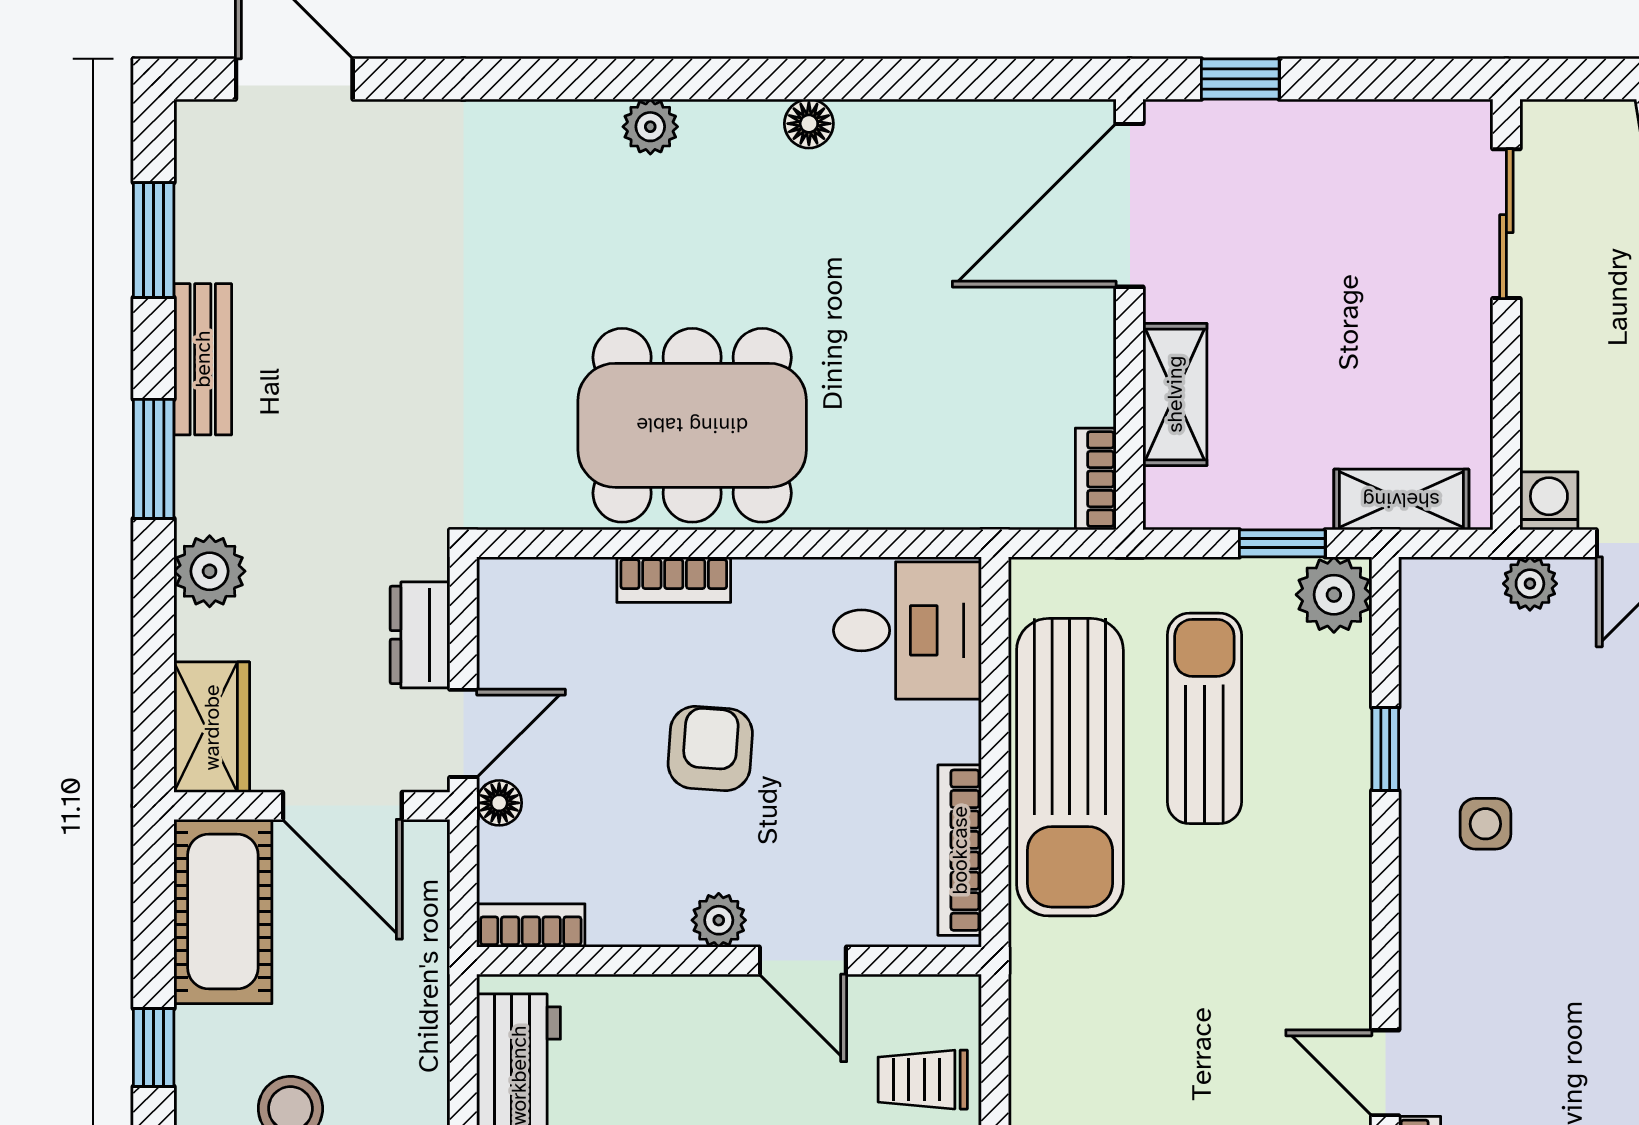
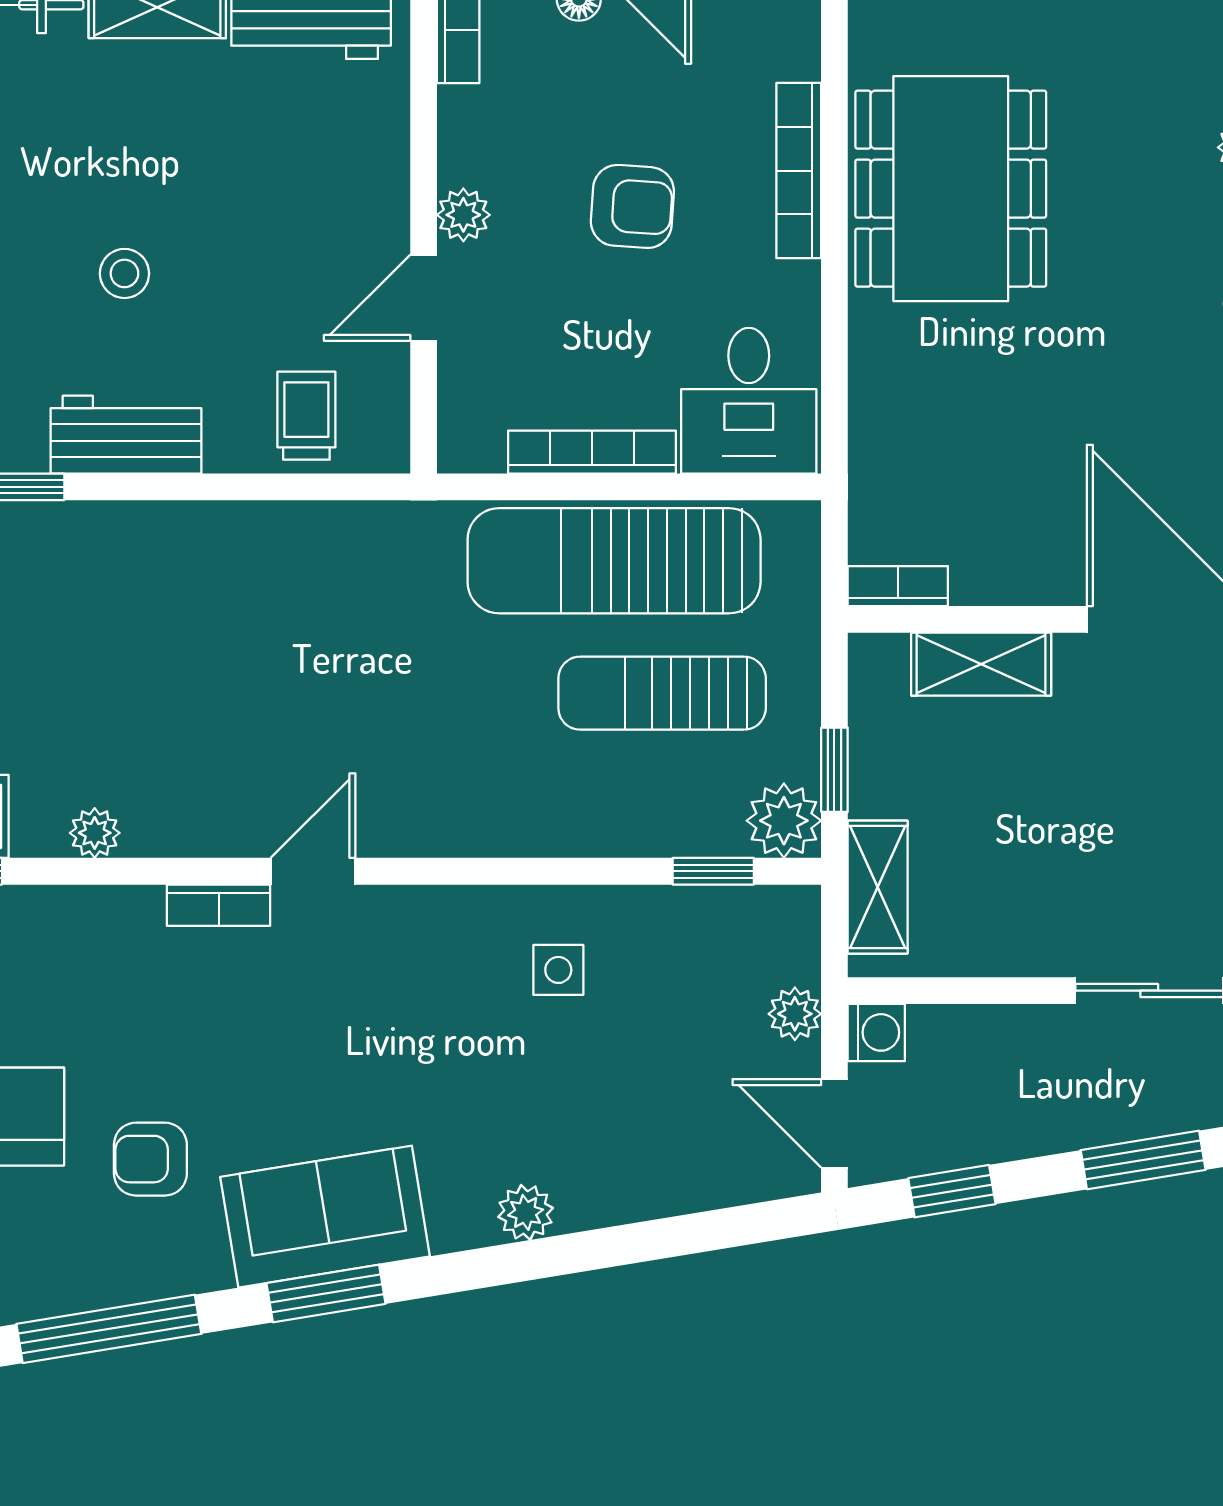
bookcase: (674, 580) -> (799, 171), width x1.56
sun lounger: (1204, 718) -> (662, 693), turned 180
window: (1385, 749) -> (713, 871), moved
bookcase: (960, 850) -> (592, 452), moved

